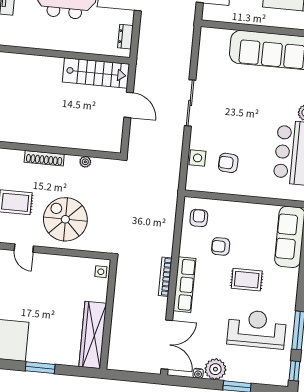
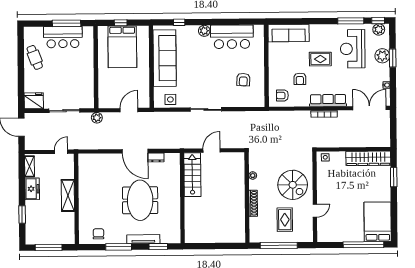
dresser: (125, 37) -> (156, 158), moved
side table: (198, 158) -> (170, 99), moved
spiral stairs: (65, 219) -> (293, 185), turned -90
rug: (247, 280) -> (320, 59), turned 90
window: (40, 368) -> (394, 177), moved
plant: (215, 369) -> (382, 56), moved
plant: (281, 370) -> (379, 29), added

